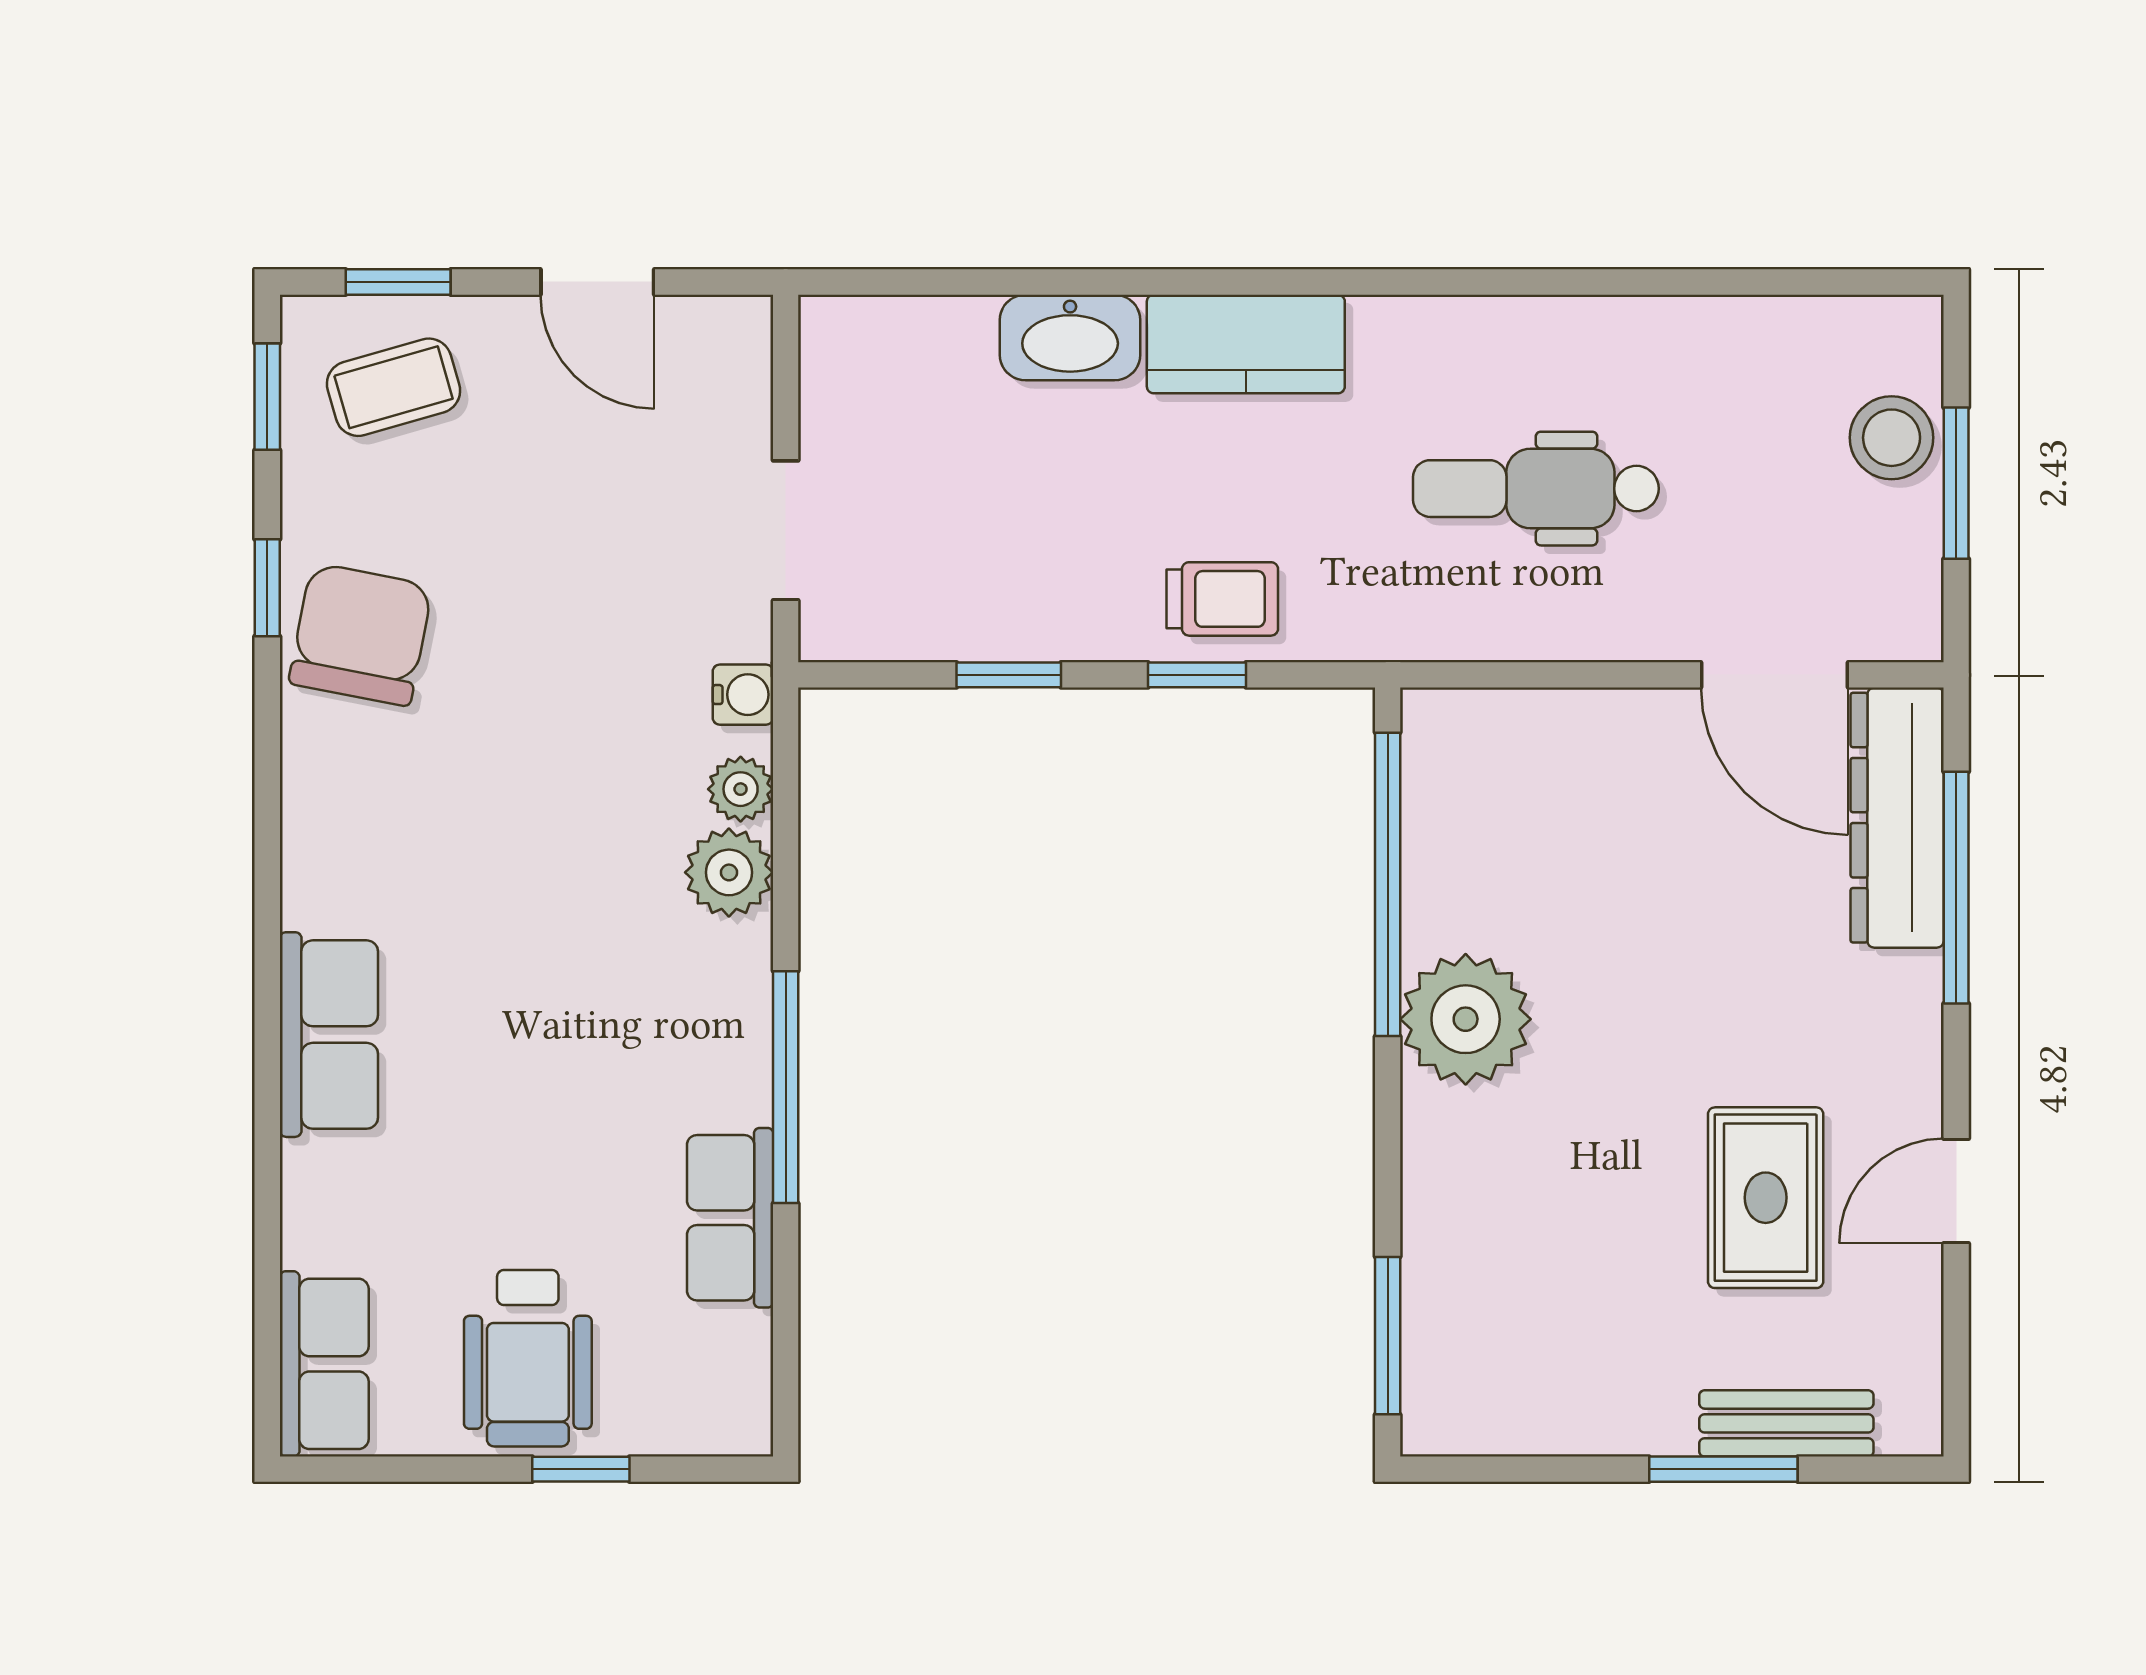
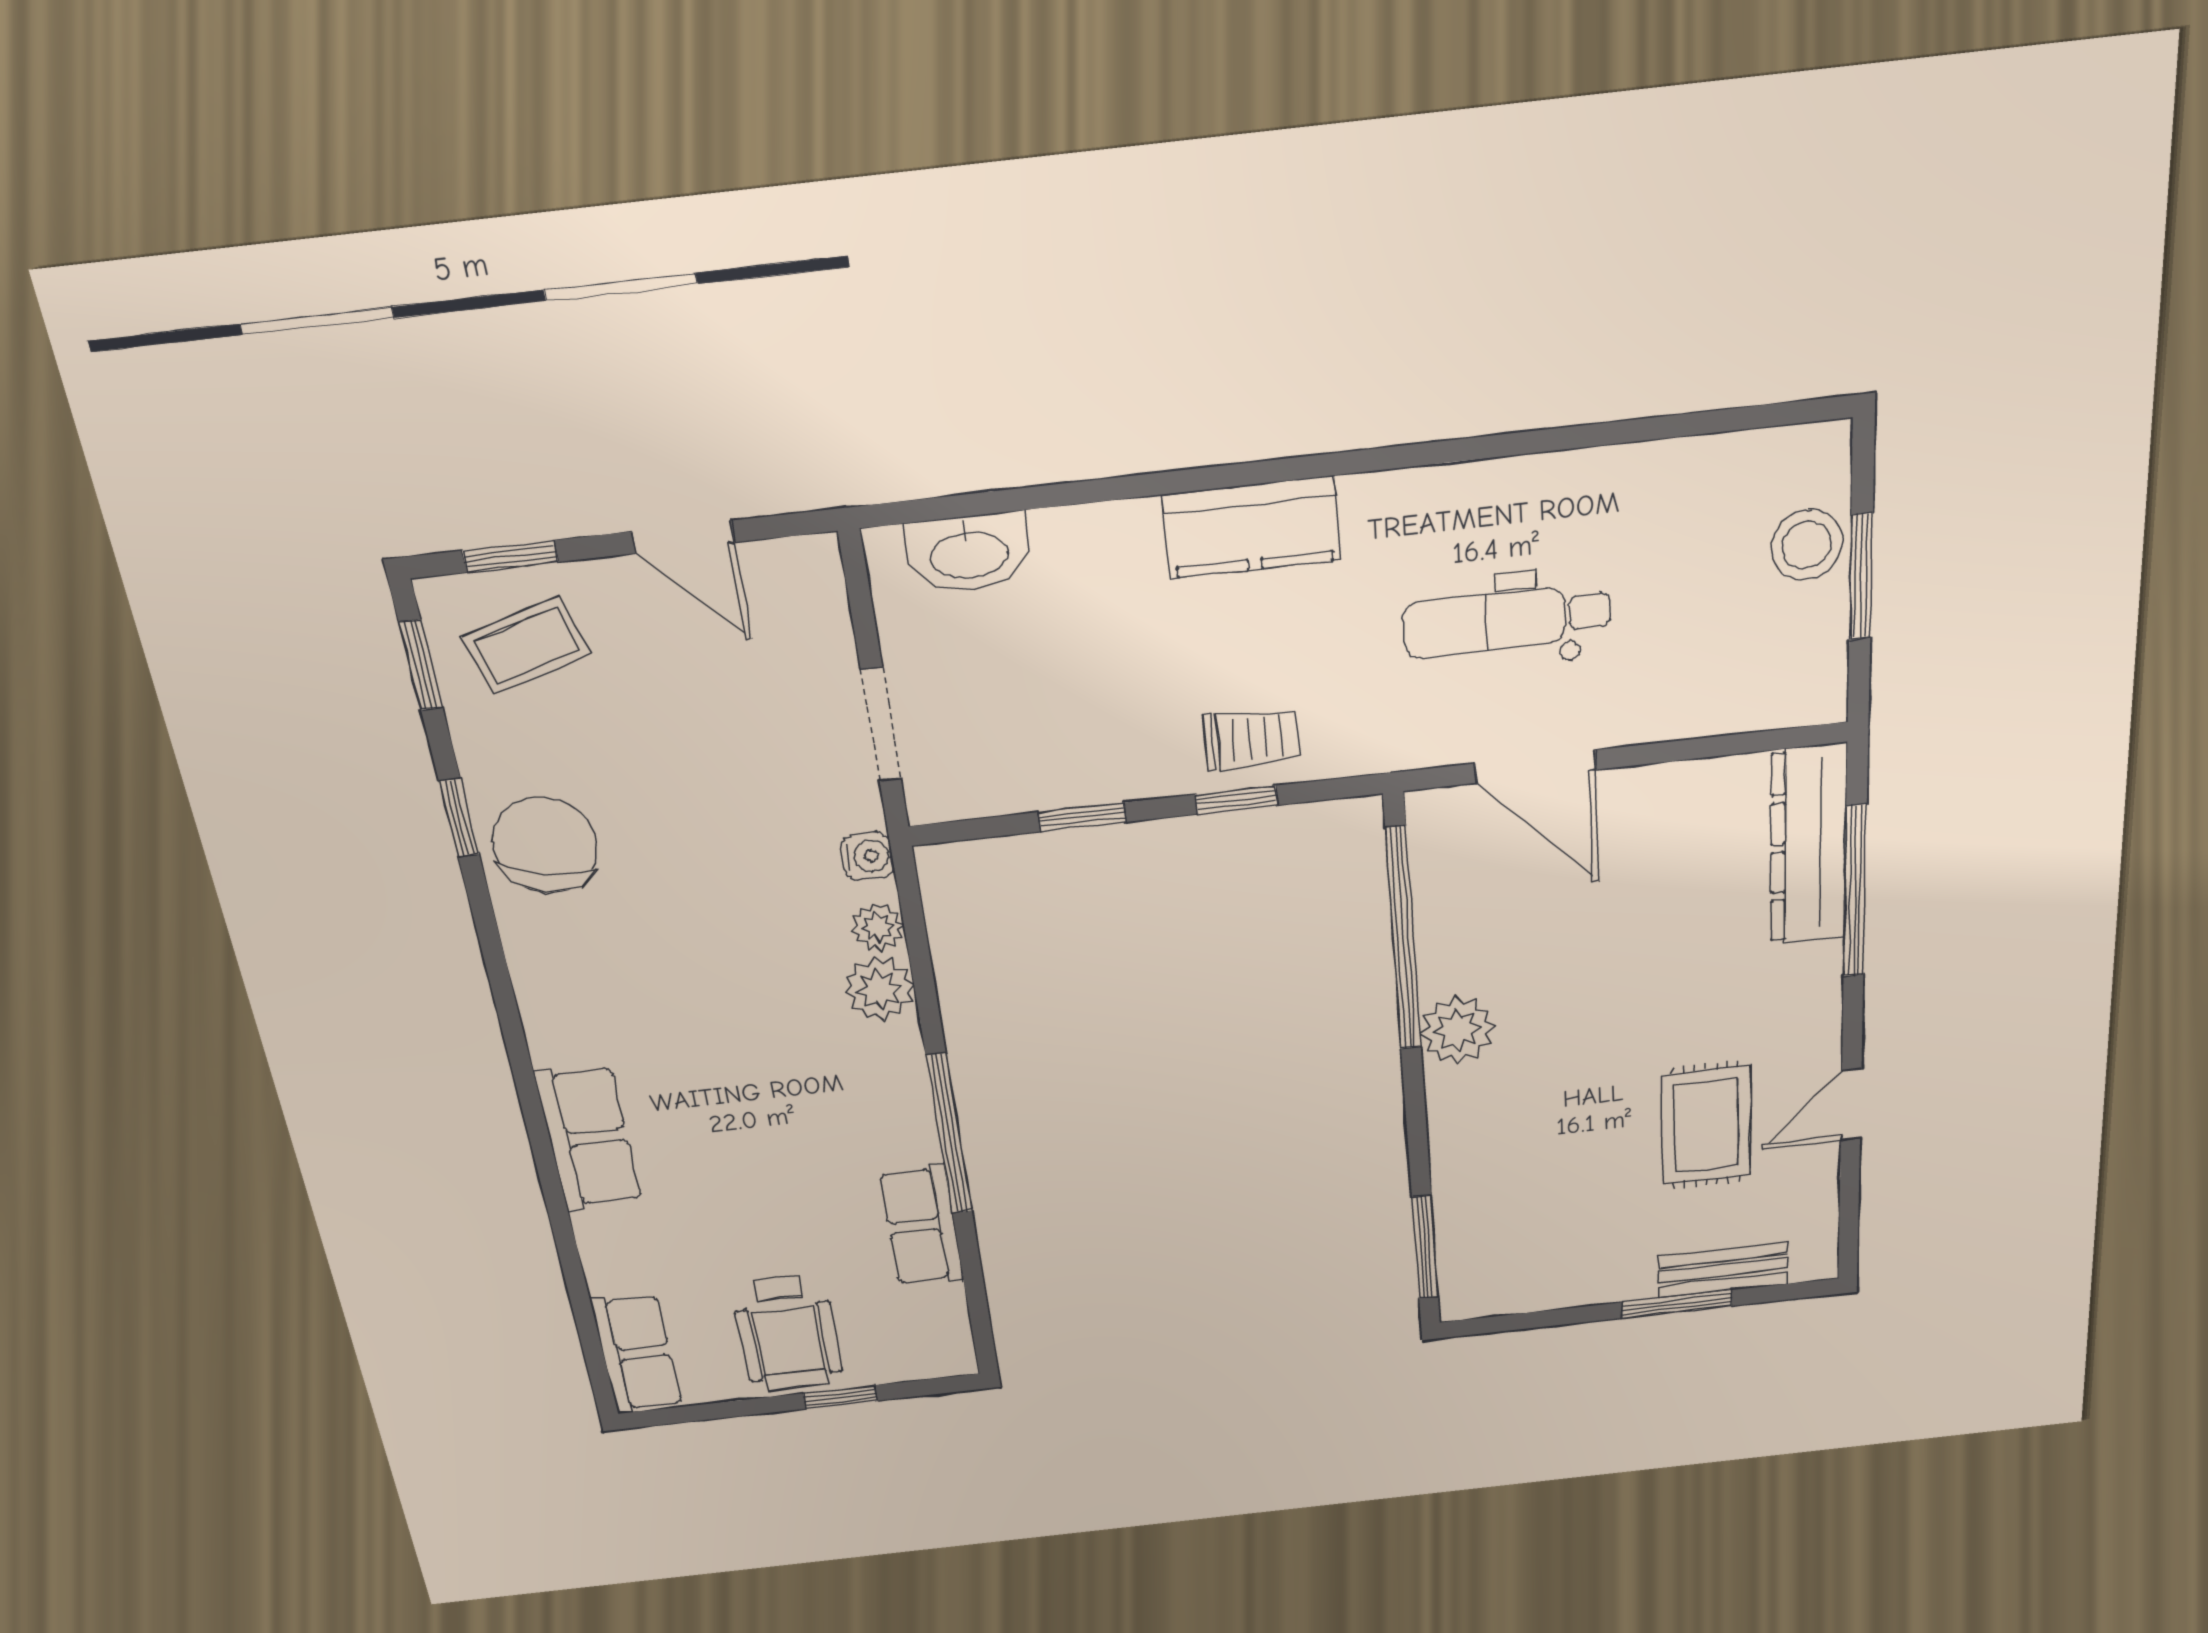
washbasin: (1070, 337) -> (969, 553), moved
door: (1774, 675) -> (1535, 767), moved
plant: (1466, 1019) -> (1457, 1030), width x0.73, depth x0.73

